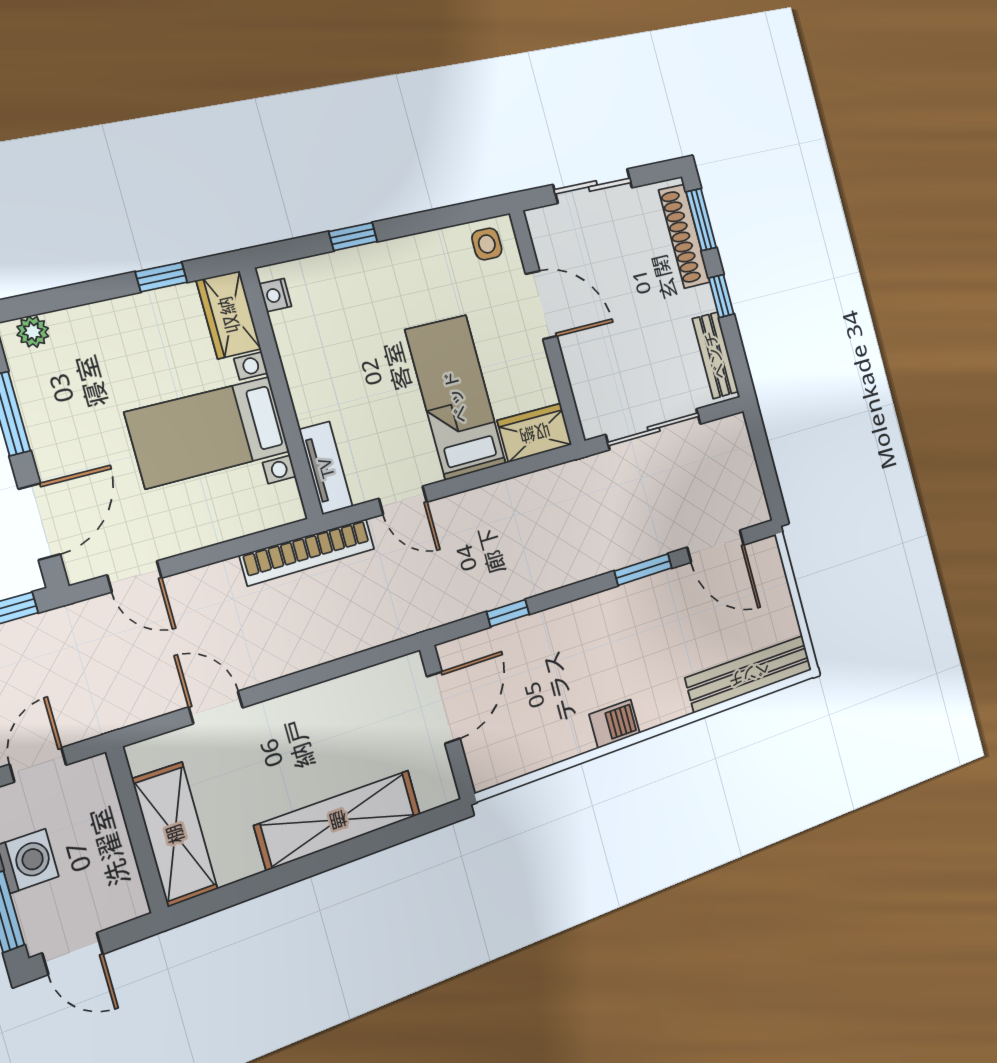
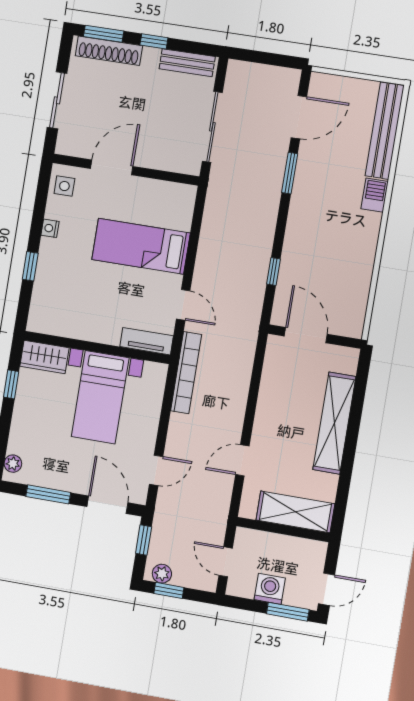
nightstand: (275, 295) -> (50, 228), moved, turned 90
wardrobe: (535, 433) -> (181, 206), removed
door: (403, 500) -> (183, 305), hinge flipped
barbecue: (615, 724) -> (375, 195), moved

